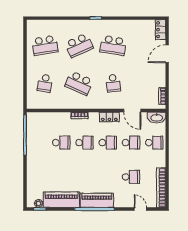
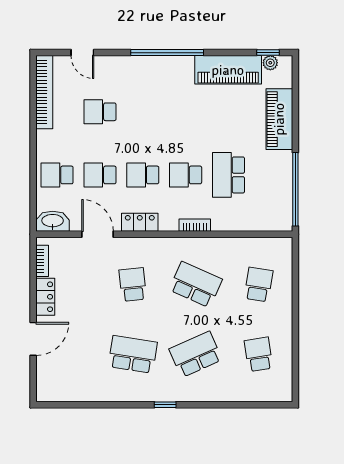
locker: (161, 30) -> (45, 297), moved
school desk: (45, 45) -> (259, 354), width x0.54
school desk: (61, 143) -> (228, 175), width x1.85
piano: (97, 200) -> (279, 119), moved, turned 90

